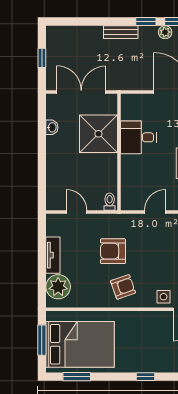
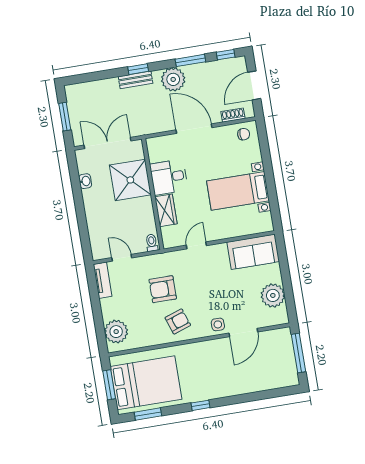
window: (146, 22) -> (138, 69), moved
plant: (165, 32) -> (173, 79), width x1.87, depth x1.87
window: (42, 58) -> (65, 117), width x1.50
wardrobe: (130, 171) -> (166, 210), added
tv unit: (53, 255) -> (103, 280), moved
window: (146, 377) -> (200, 405), moved

